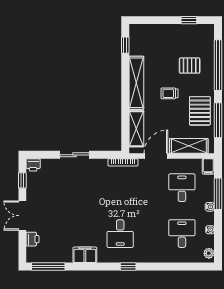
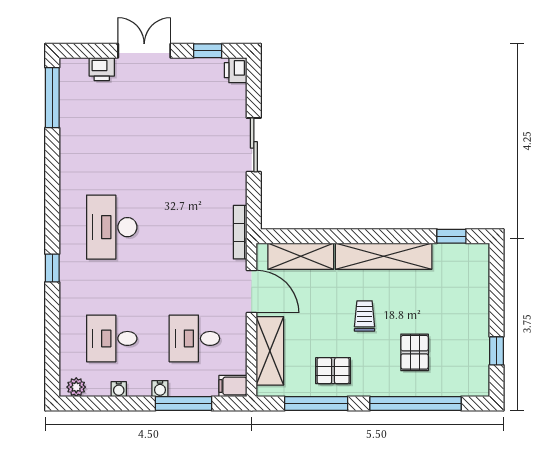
pallet: (200, 111) -> (333, 371), width x0.67, depth x0.71
desk: (182, 188) -> (194, 338), turned 180
desk: (120, 234) -> (112, 227), width x1.37
desk: (182, 234) -> (112, 338), turned 180
filing cabinet: (85, 255) -> (73, 164), removed
window: (128, 267) -> (52, 268), moved

